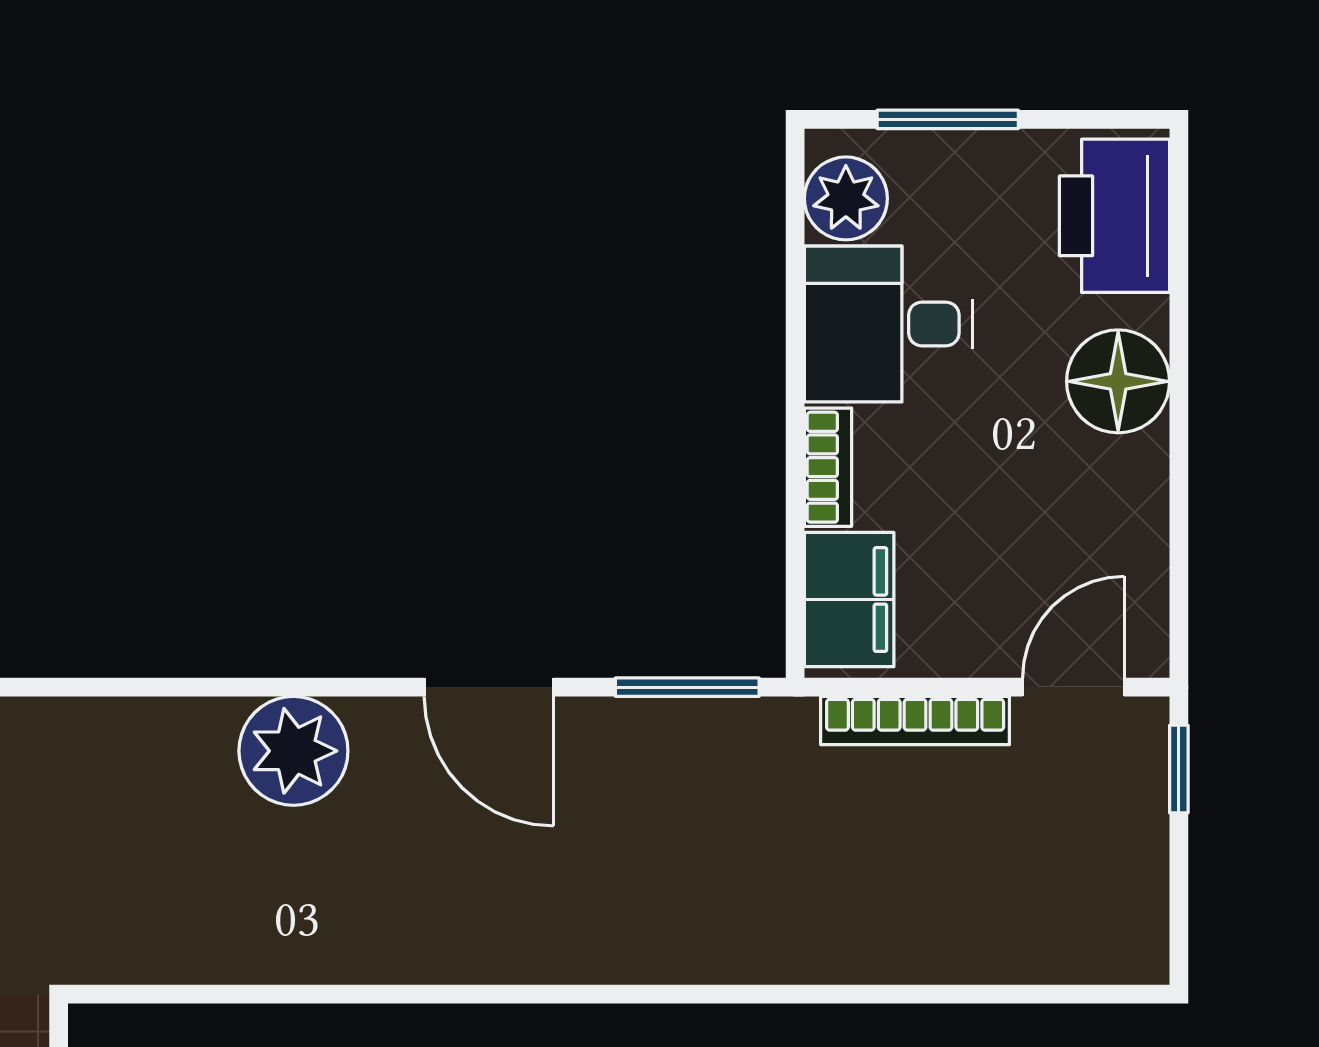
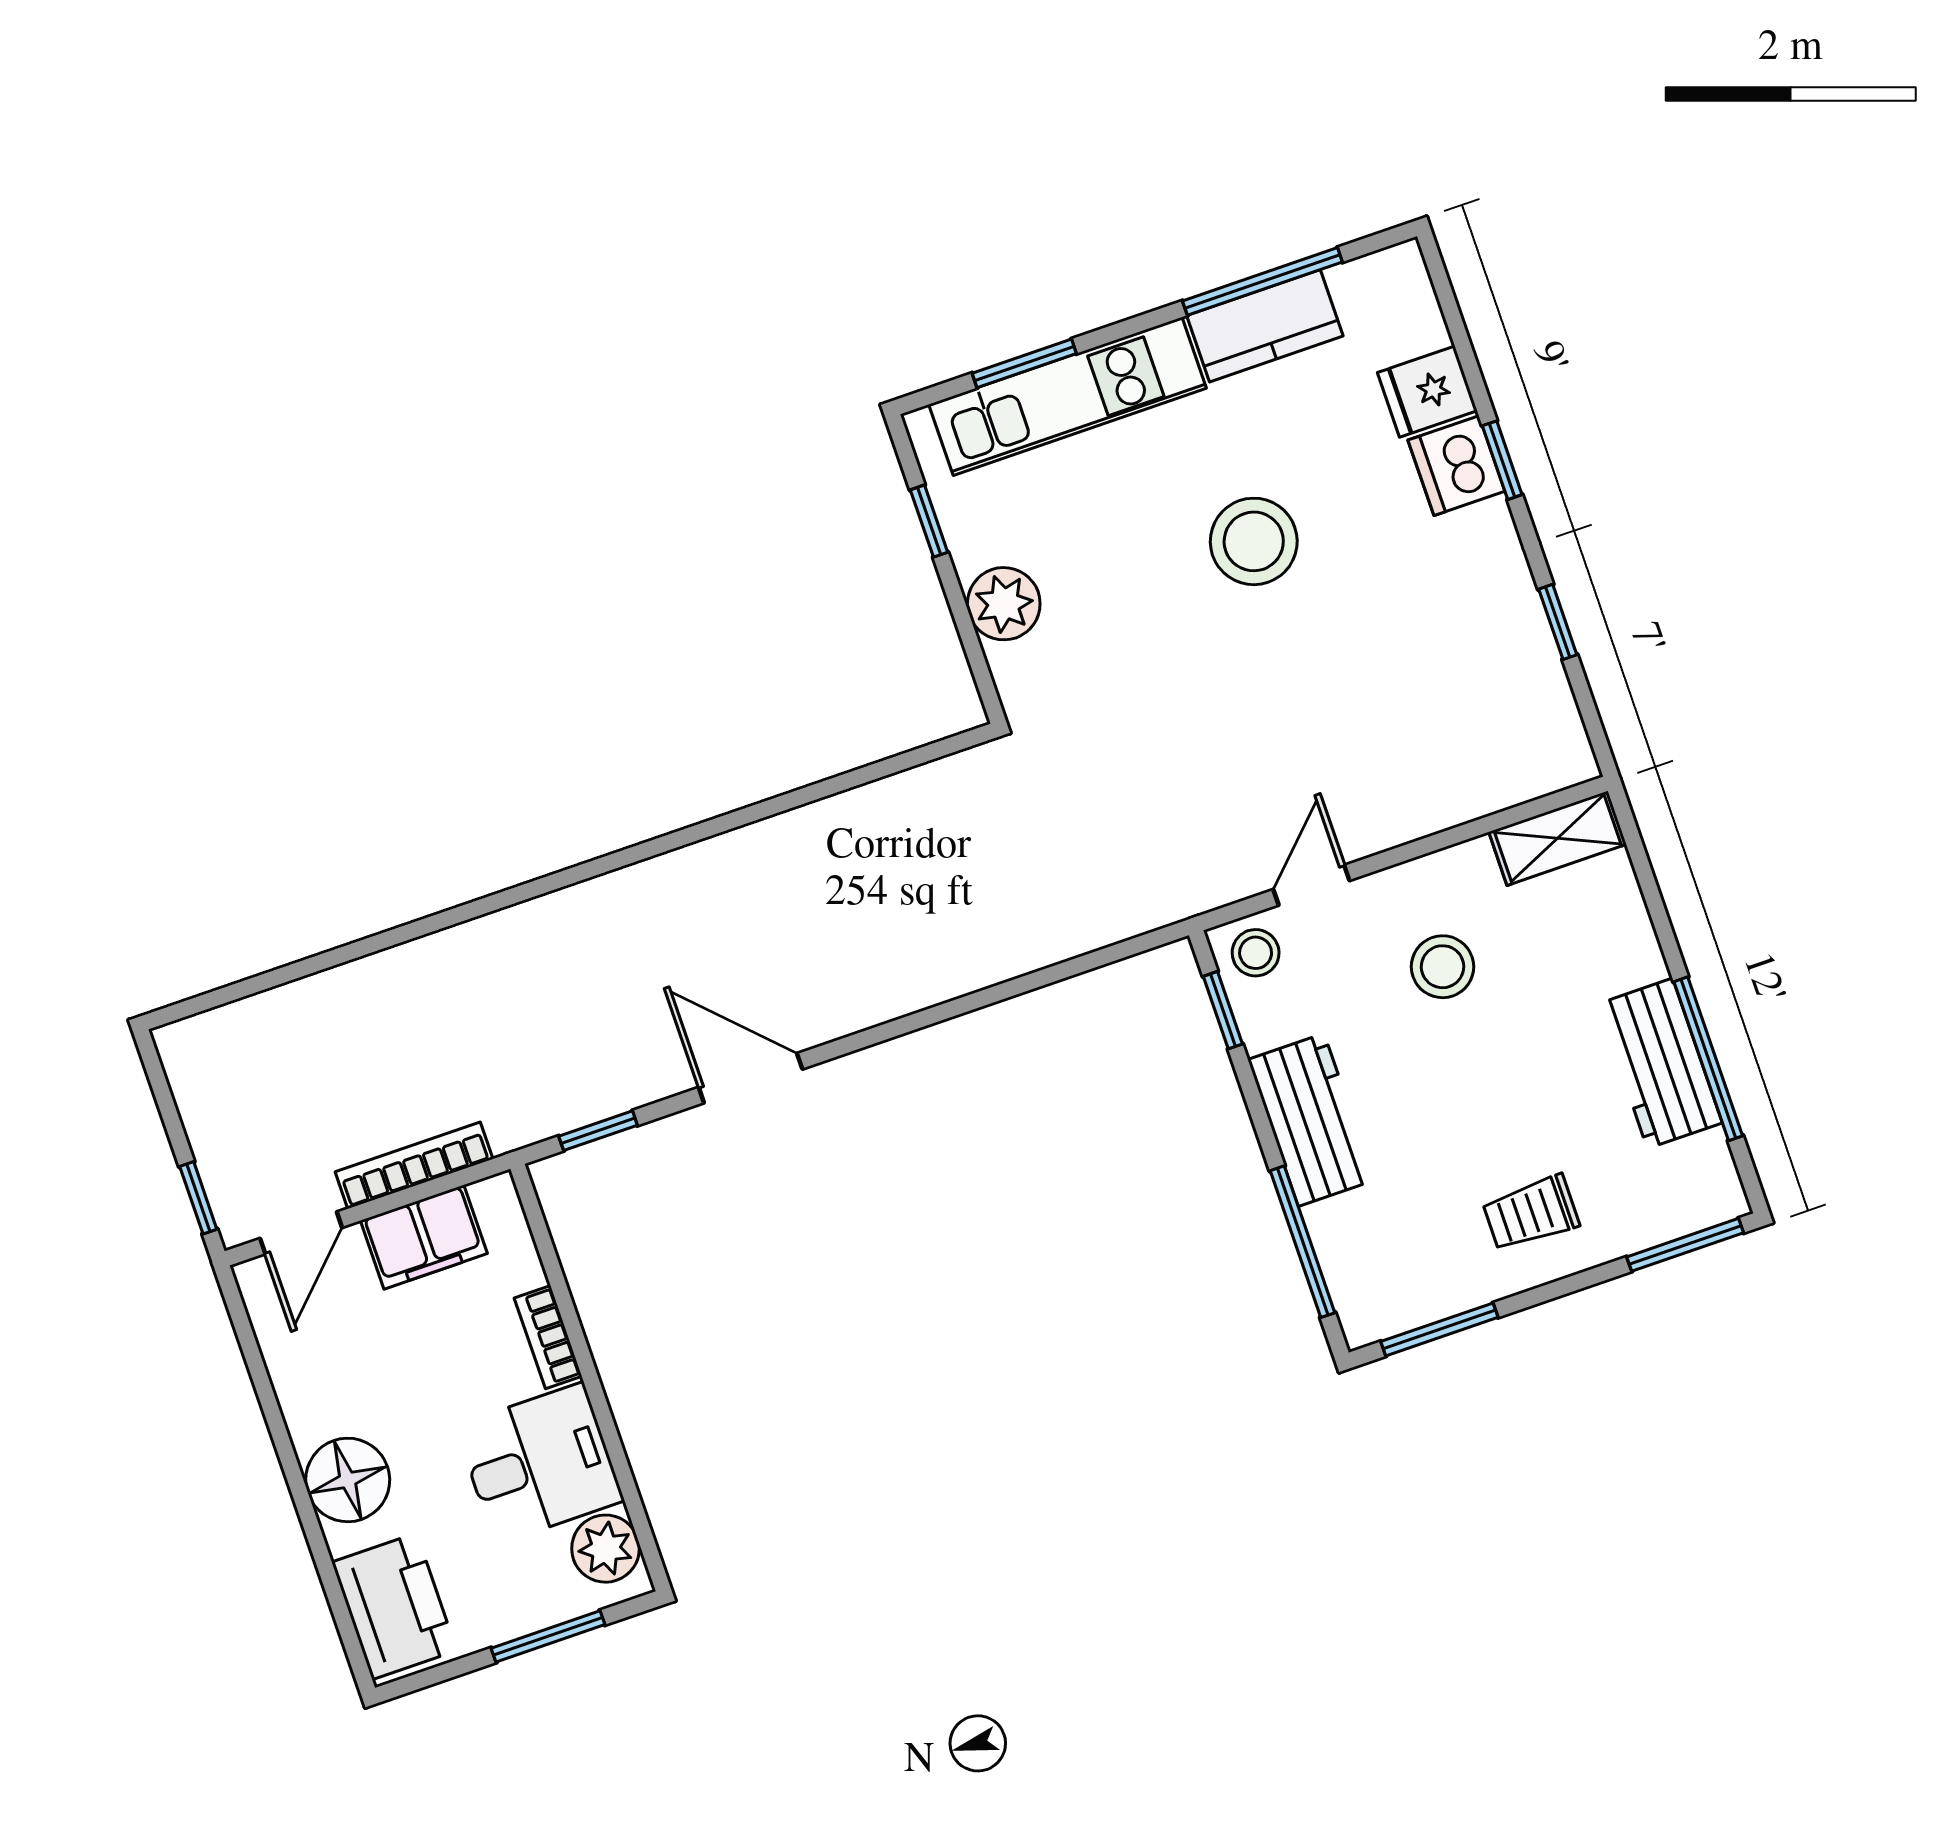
filing cabinet: (849, 600) -> (424, 1237), moved, turned -90
window: (687, 687) -> (598, 1131), width x0.67
plant: (293, 751) -> (884, 977), removed

